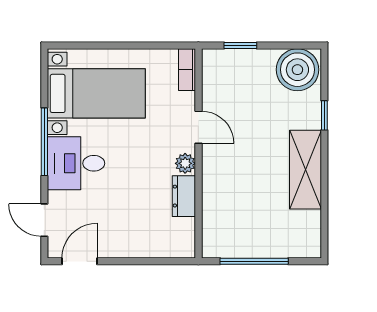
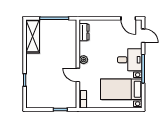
boiler: (297, 70) -> (36, 99), removed
shelving: (305, 170) -> (33, 36), moved
dresser: (184, 196) -> (84, 32), moved
door: (80, 261) -> (128, 18), hinge flipped

